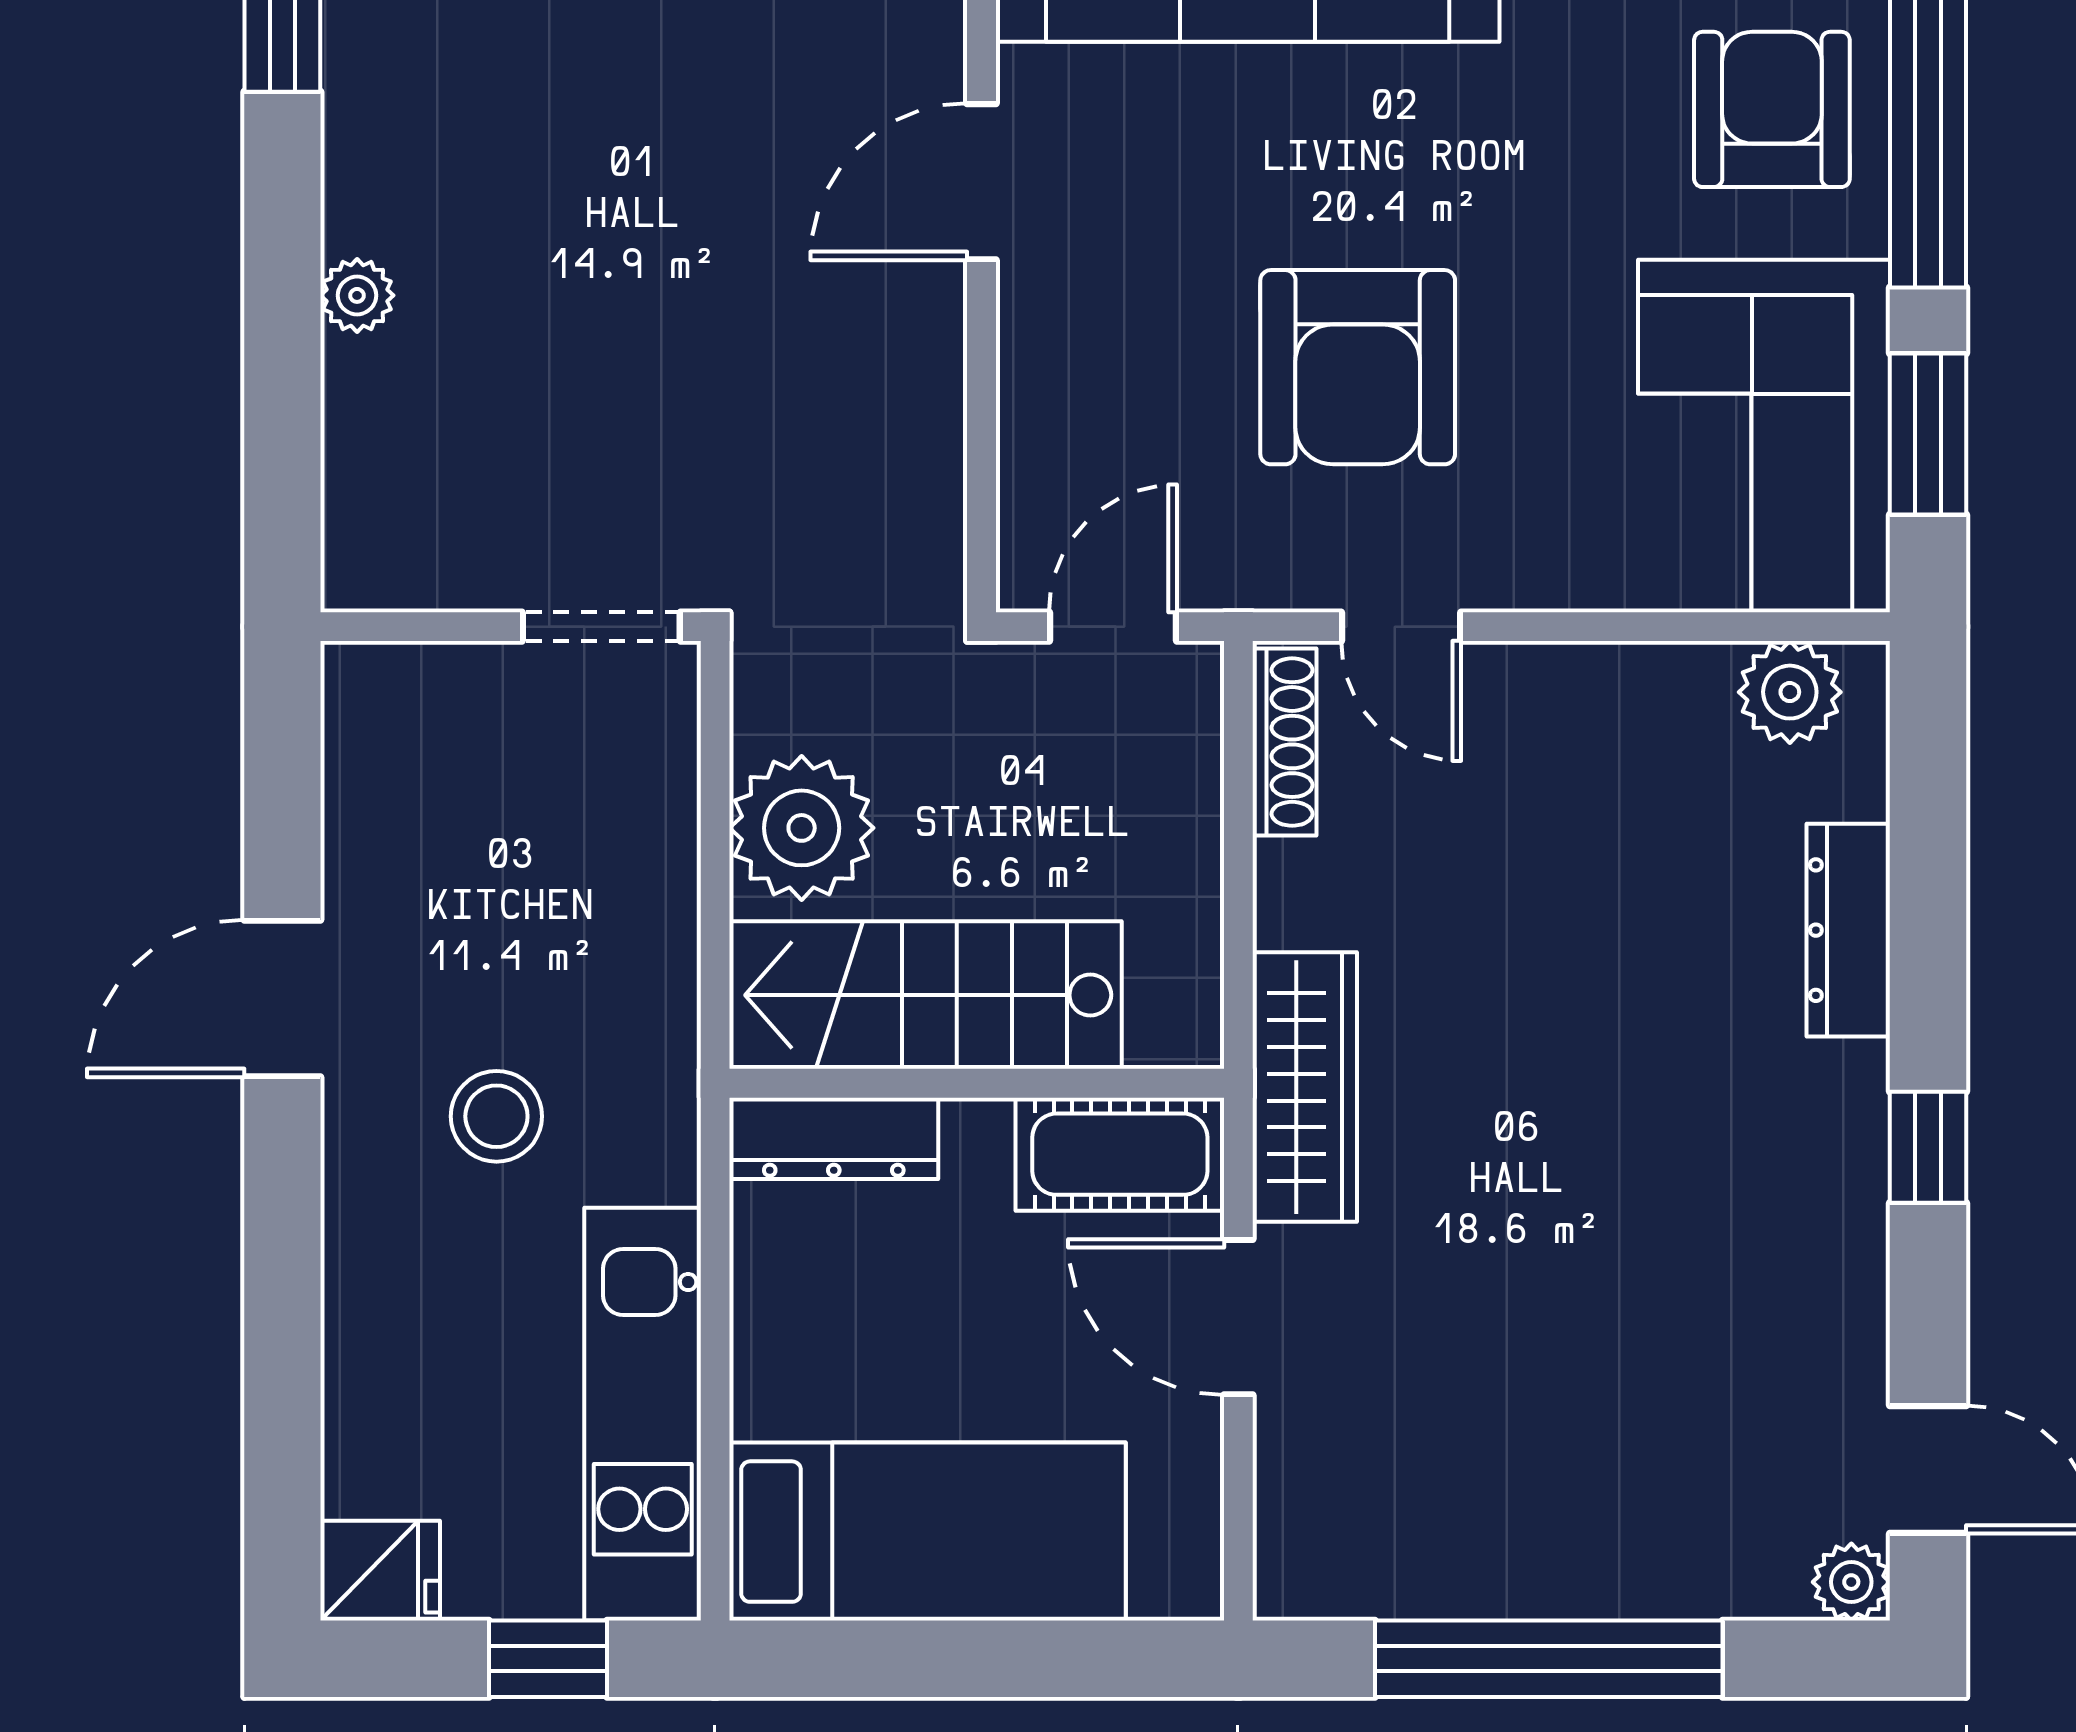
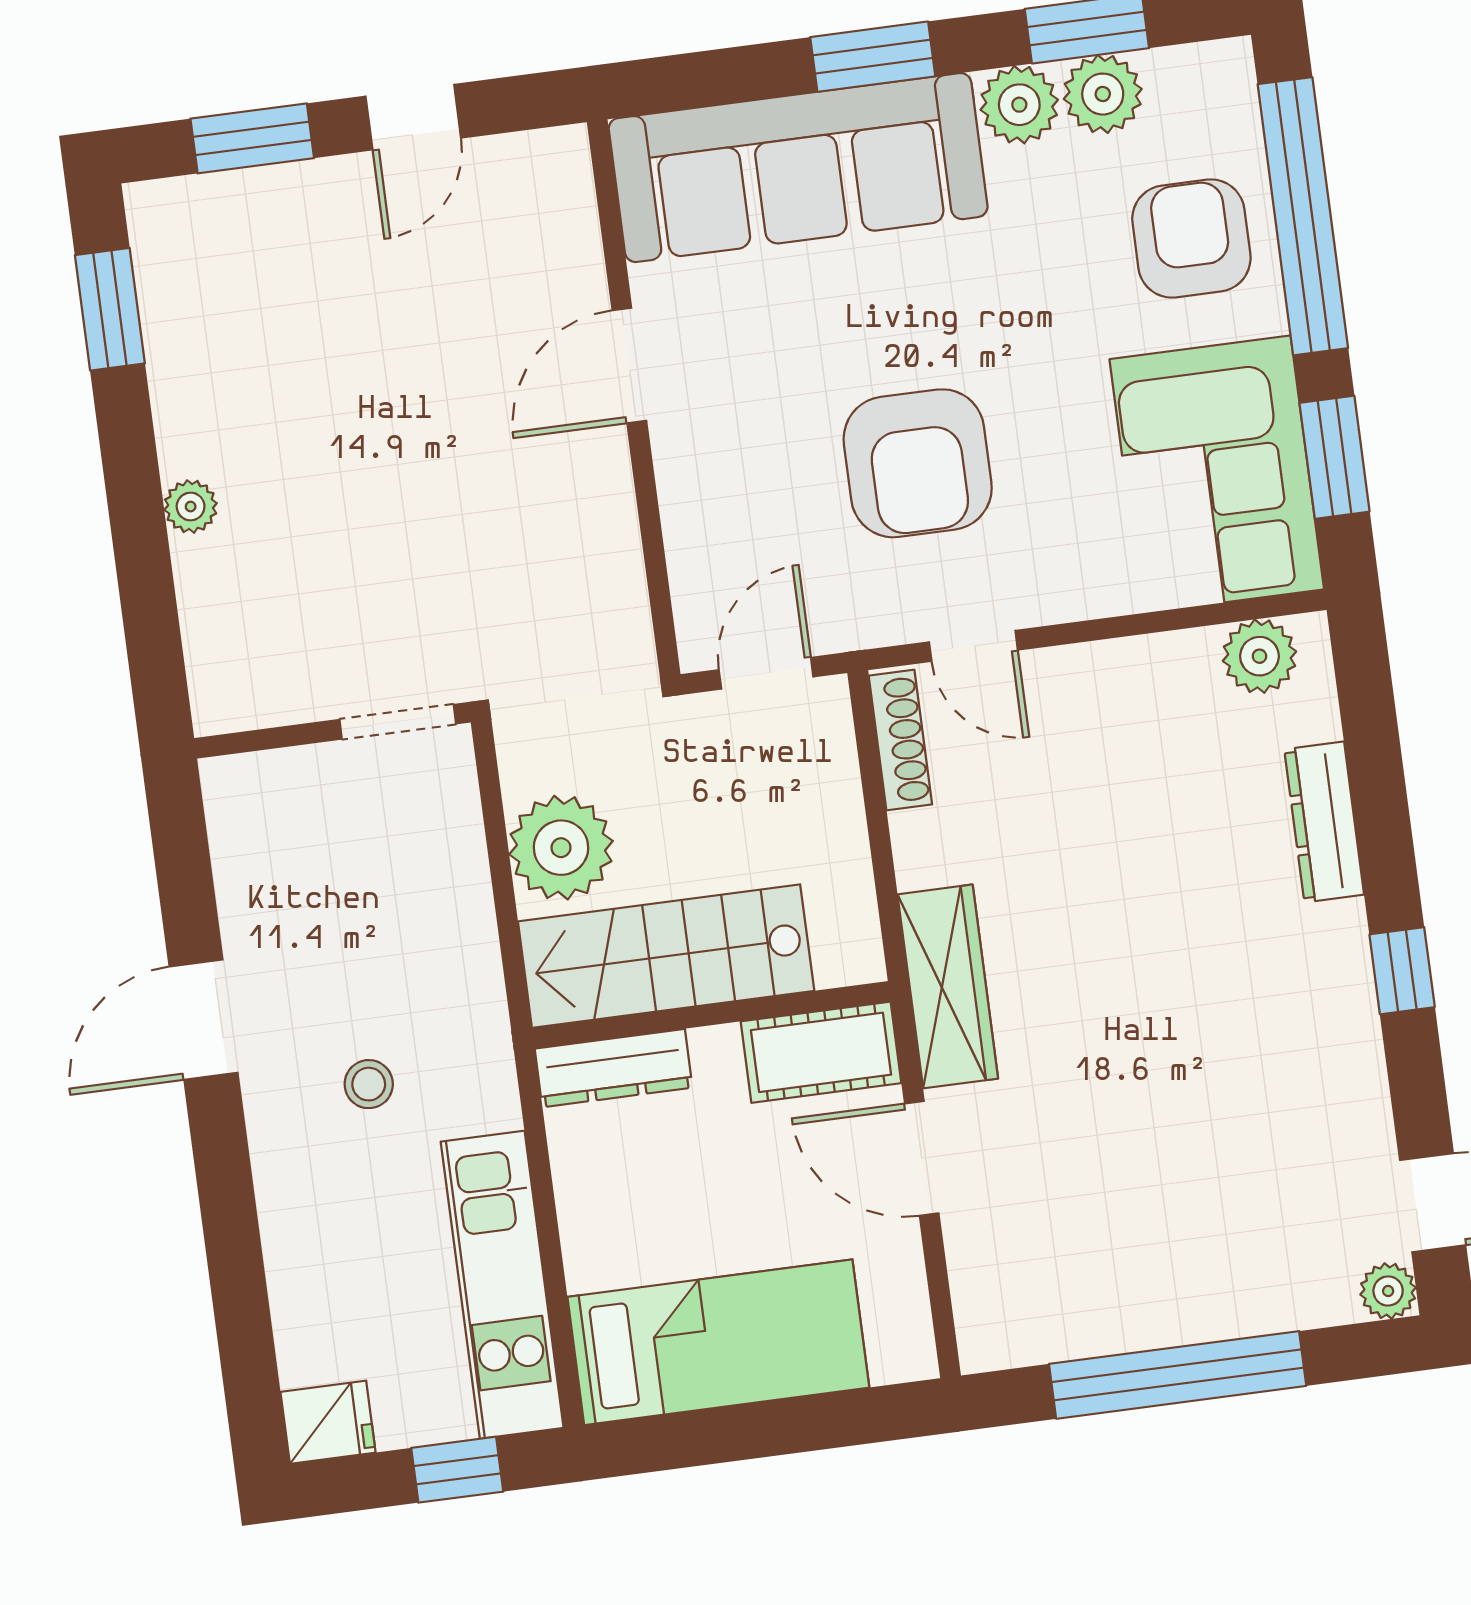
stool: (496, 1116) -> (369, 1084), width x0.73, depth x0.73

